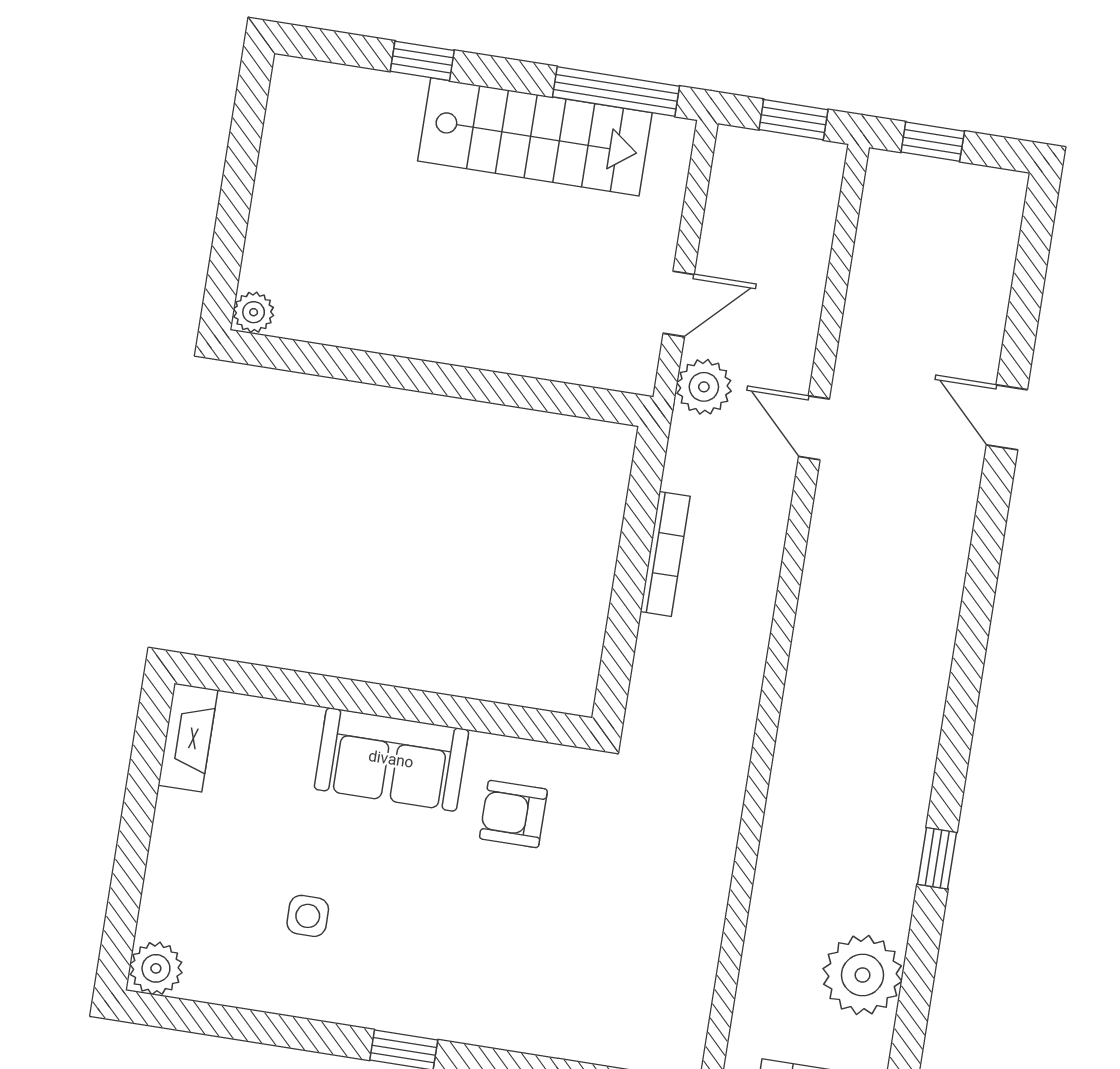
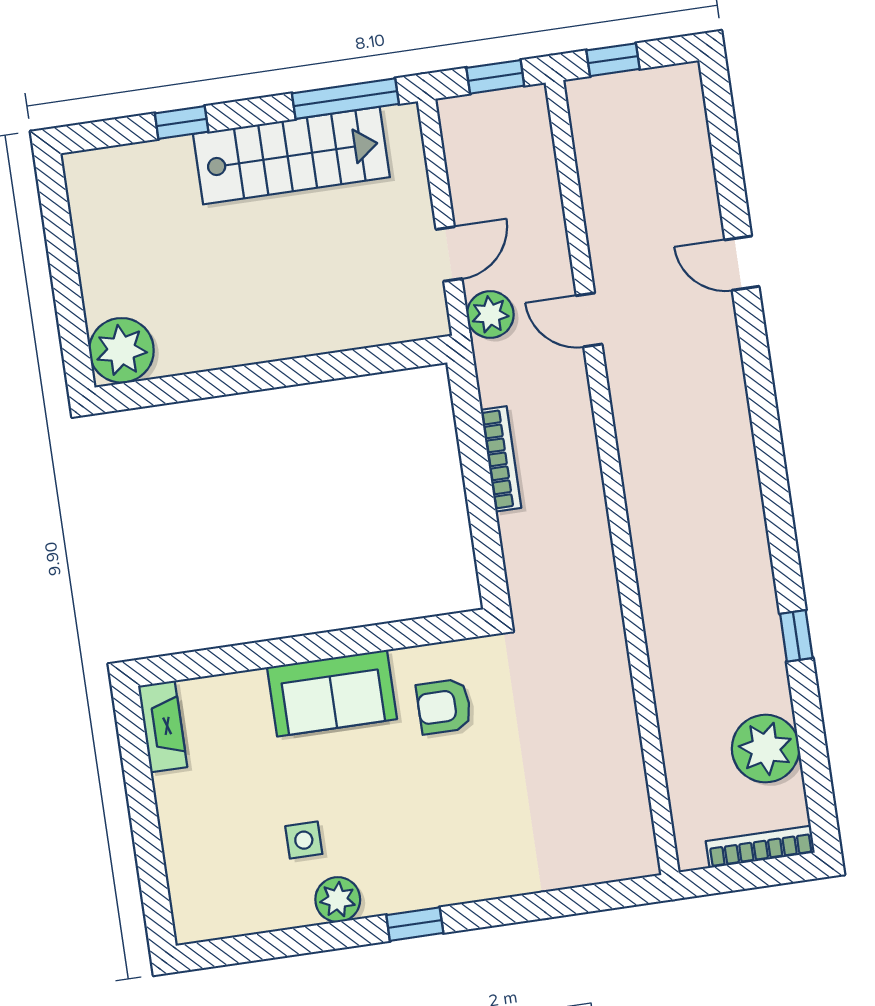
plant: (254, 312) -> (121, 350), width x1.87, depth x1.87
plant: (156, 968) -> (338, 900), moved

